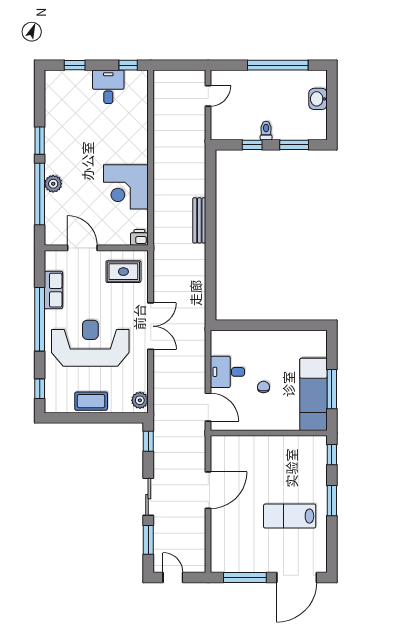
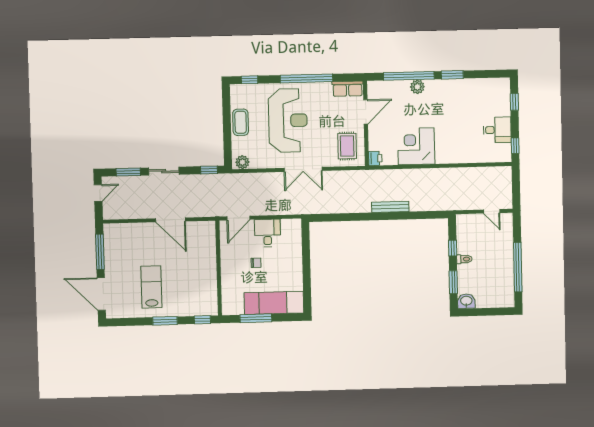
washbasin: (318, 99) -> (466, 301), moved
row of seats: (53, 290) -> (348, 89), moved
exam couch: (313, 394) -> (274, 303), moved

